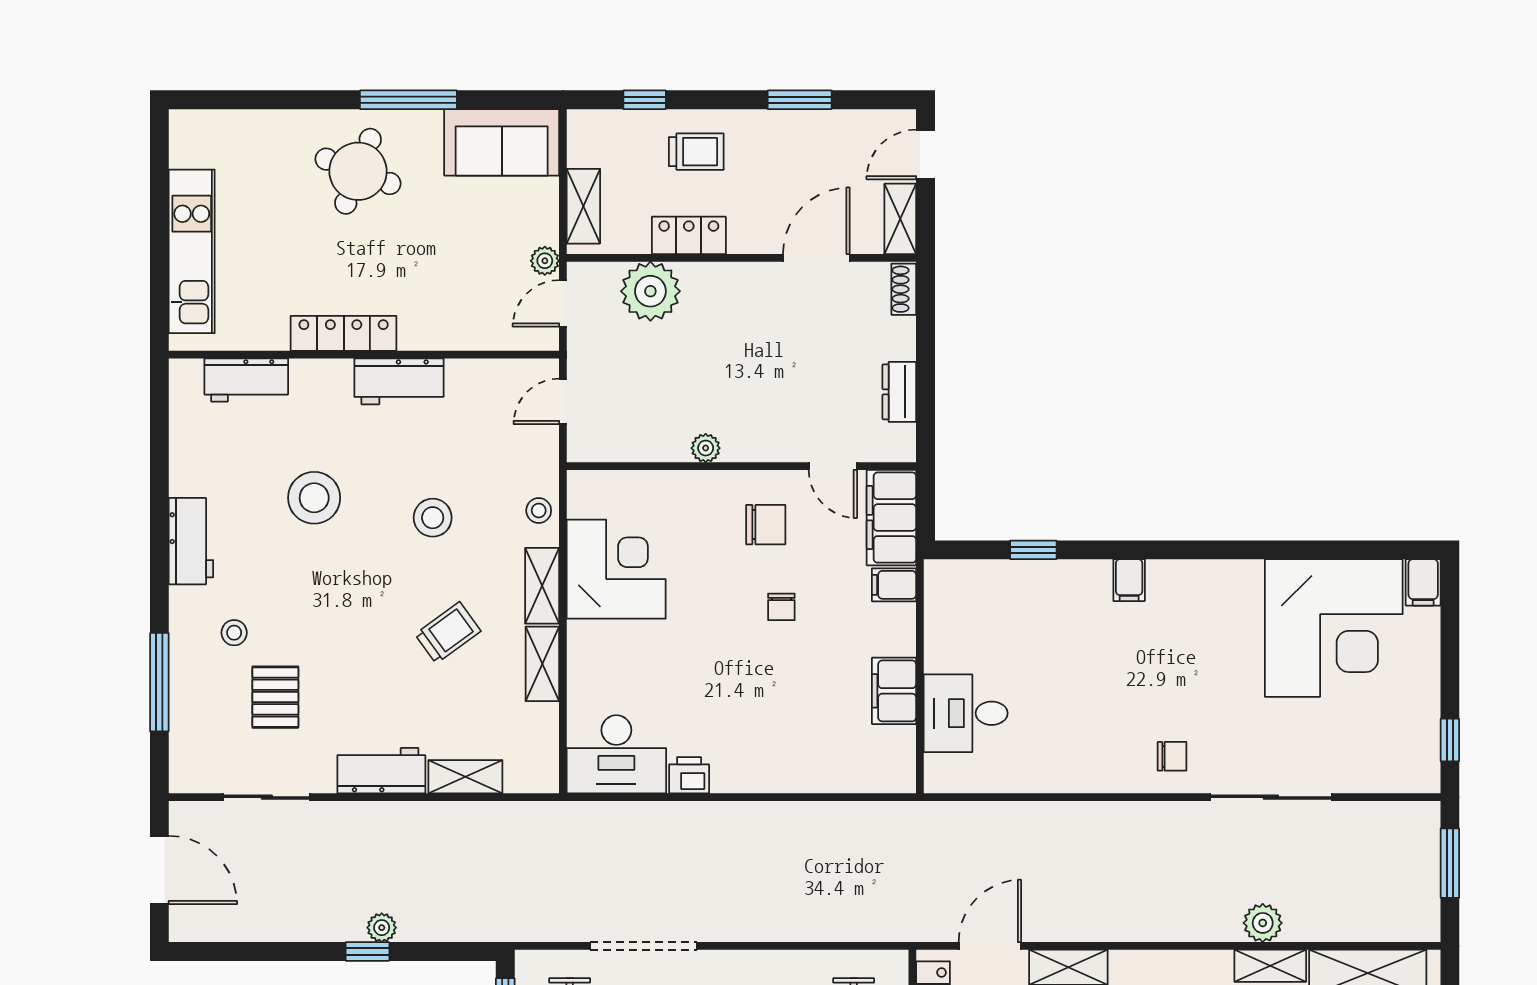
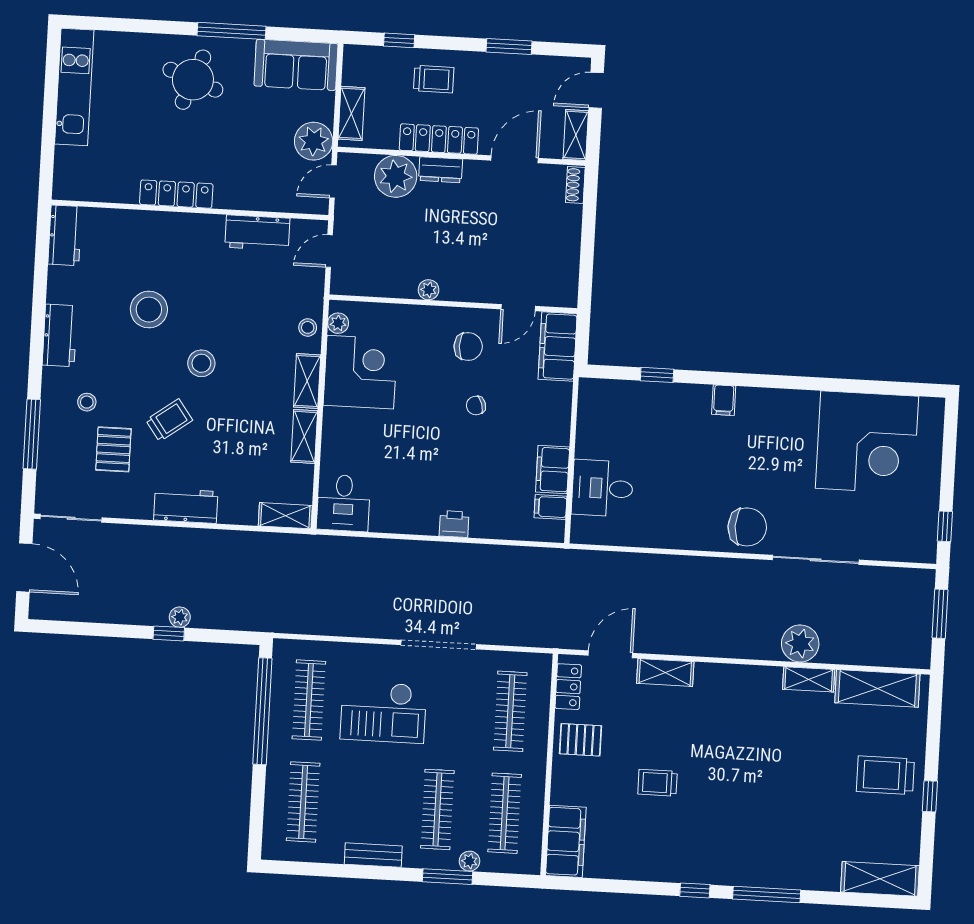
locker: (689, 235) -> (439, 139), width x1.53
kitchen unit: (192, 251) -> (74, 87), moved
plant: (545, 261) -> (314, 141), width x1.88, depth x1.88
workbench: (246, 380) -> (65, 235), moved, turned -90
workbench: (399, 381) -> (257, 233), moved
dresser: (899, 392) -> (441, 170), moved, turned -90
door: (833, 466) -> (518, 308), hinge flipped
plant: (581, 502) -> (338, 323), added
stool: (433, 518) -> (201, 363), moved
filing cabinet: (1423, 582) -> (932, 414), removed
filing cabinet: (894, 585) -> (550, 507), moved
chair: (781, 607) -> (476, 405), turned 73
trolley: (448, 633) -> (169, 420), moved
desk: (616, 754) -> (344, 503), width x0.73
chair: (1172, 756) -> (747, 527), width x1.87, depth x1.87
printer: (689, 775) -> (454, 524), moved
shelving: (465, 777) -> (285, 516), moved
sliding door: (267, 797) -> (71, 518), moved
plant: (1263, 923) -> (800, 643), width x1.36, depth x1.36
doorway: (644, 946) -> (439, 645), moved

